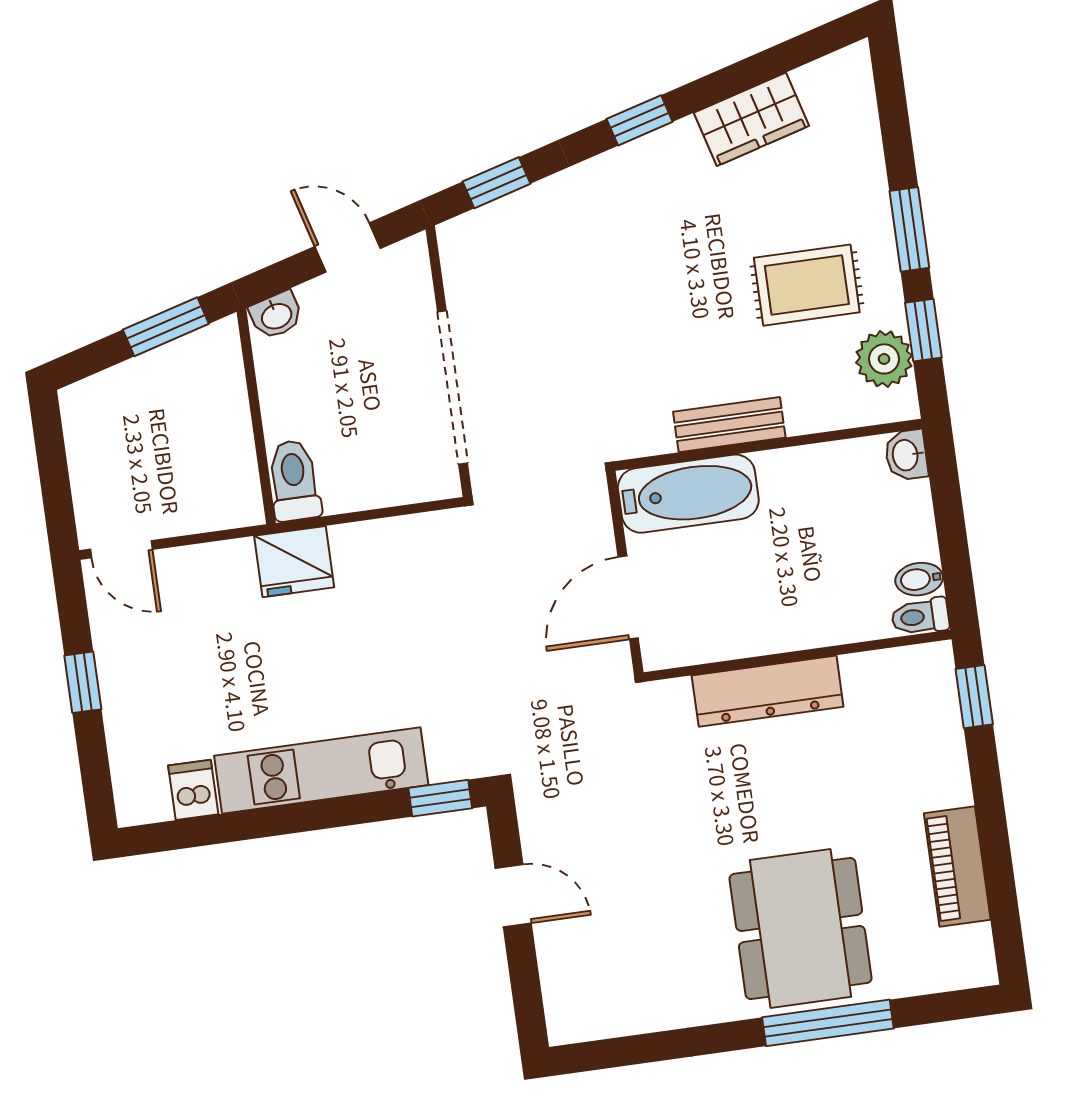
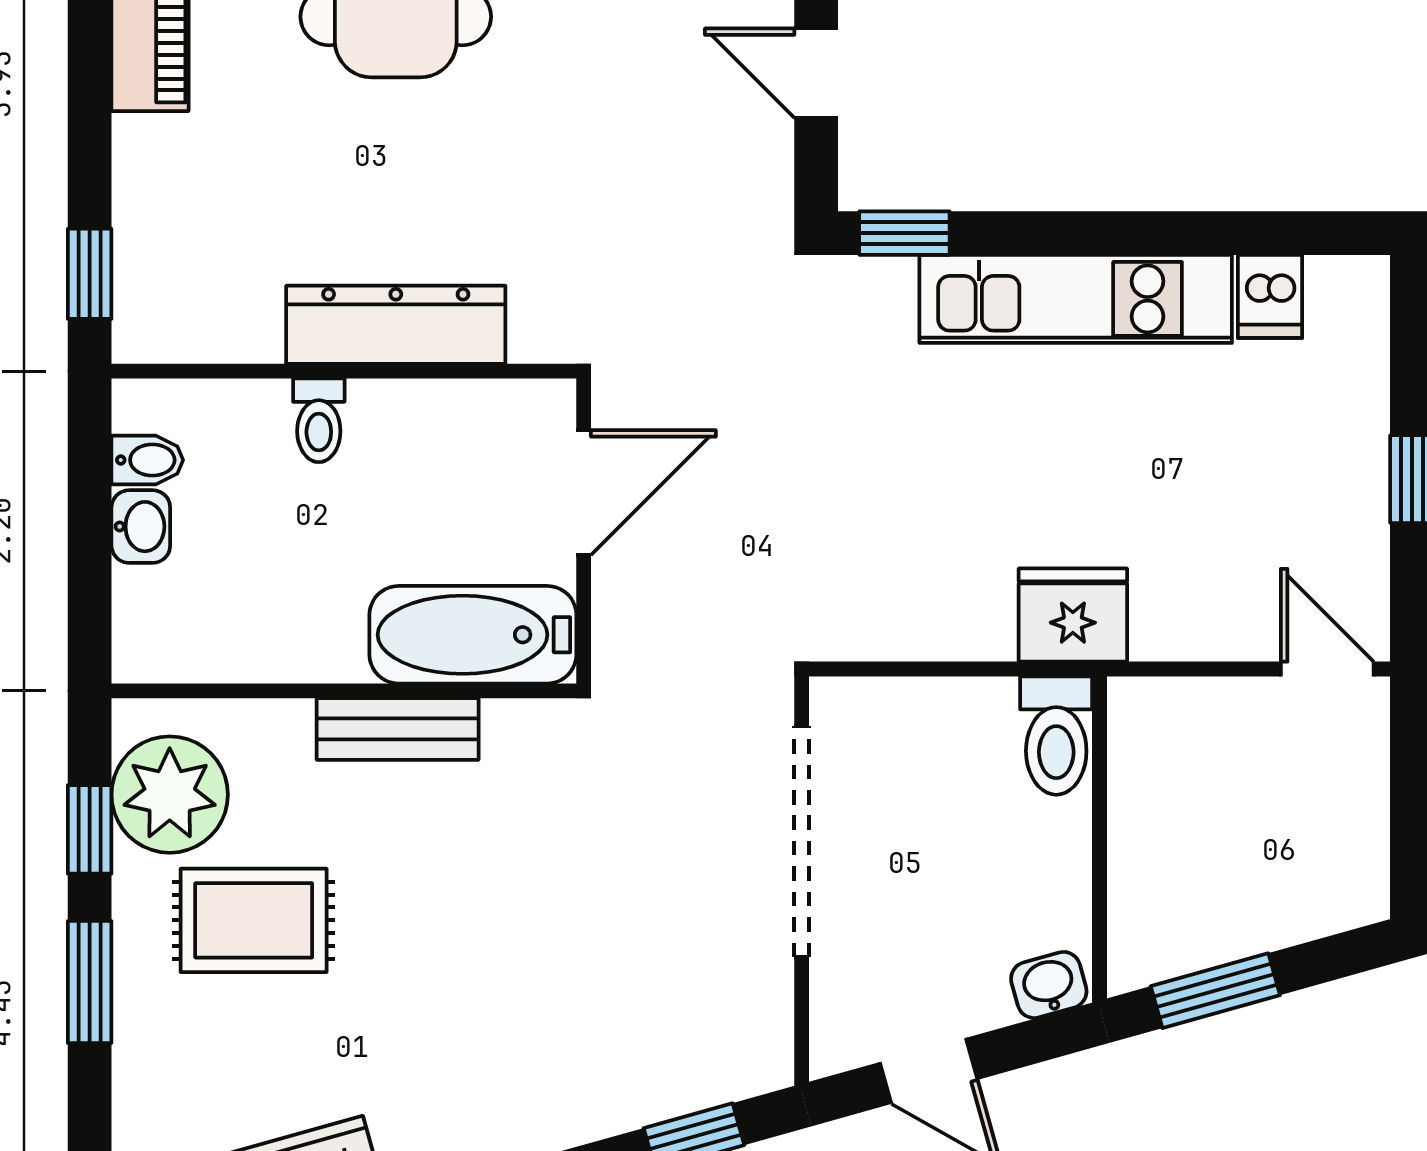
plant: (884, 359) -> (170, 795), width x1.36, depth x1.36
washbasin: (906, 455) -> (141, 527), moved
toilet: (920, 617) -> (319, 420), moved, turned 90

